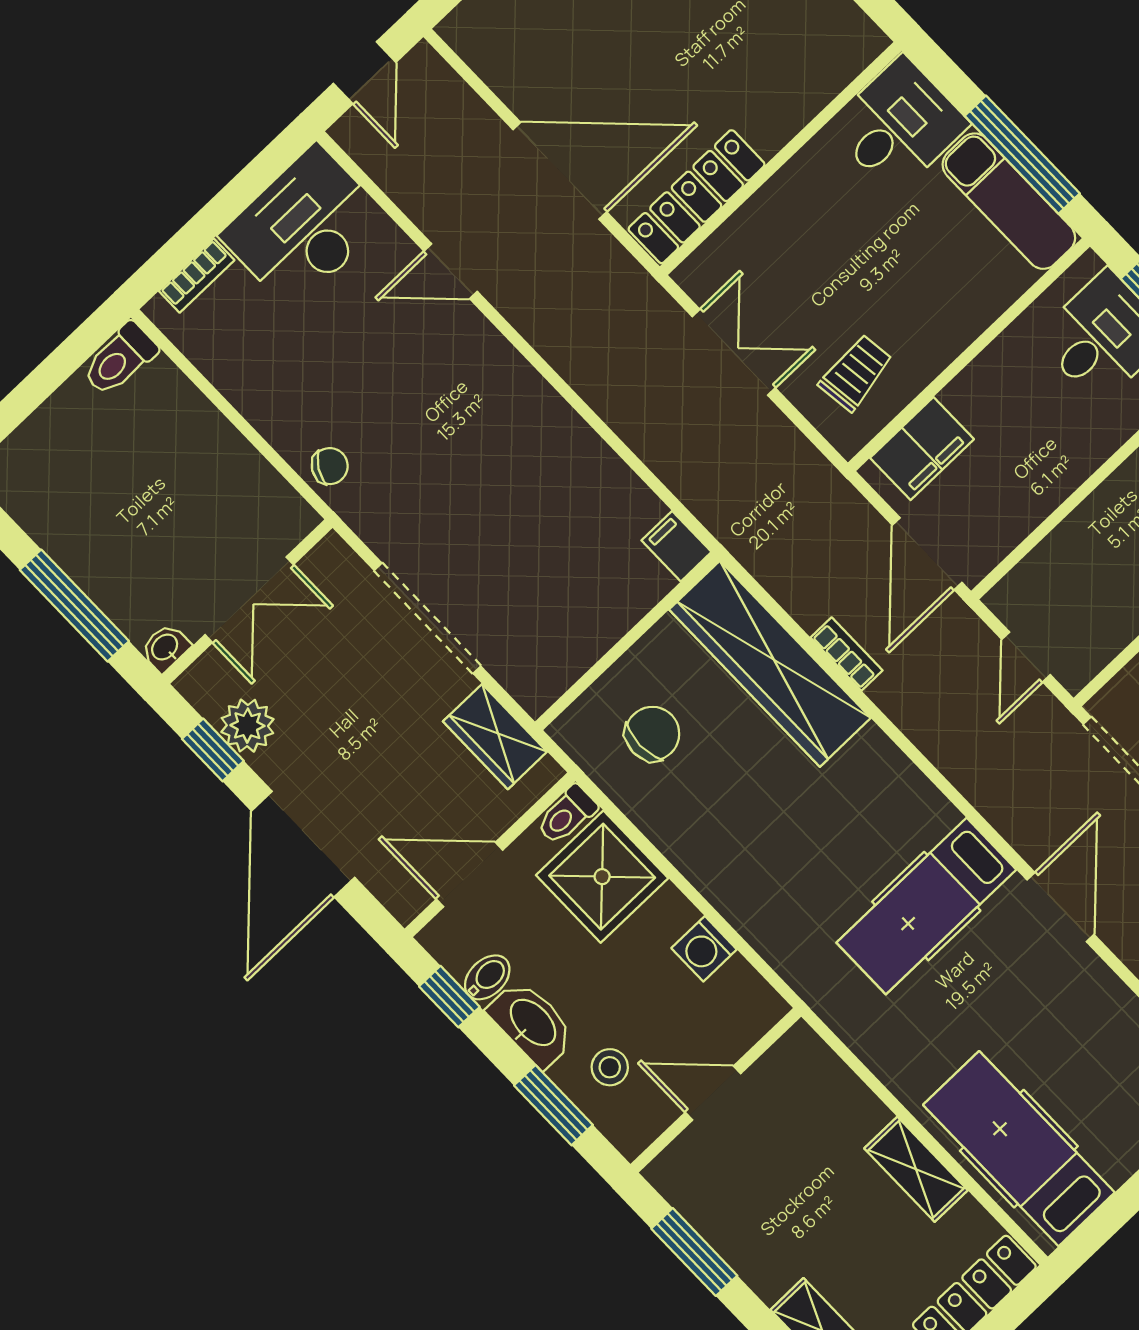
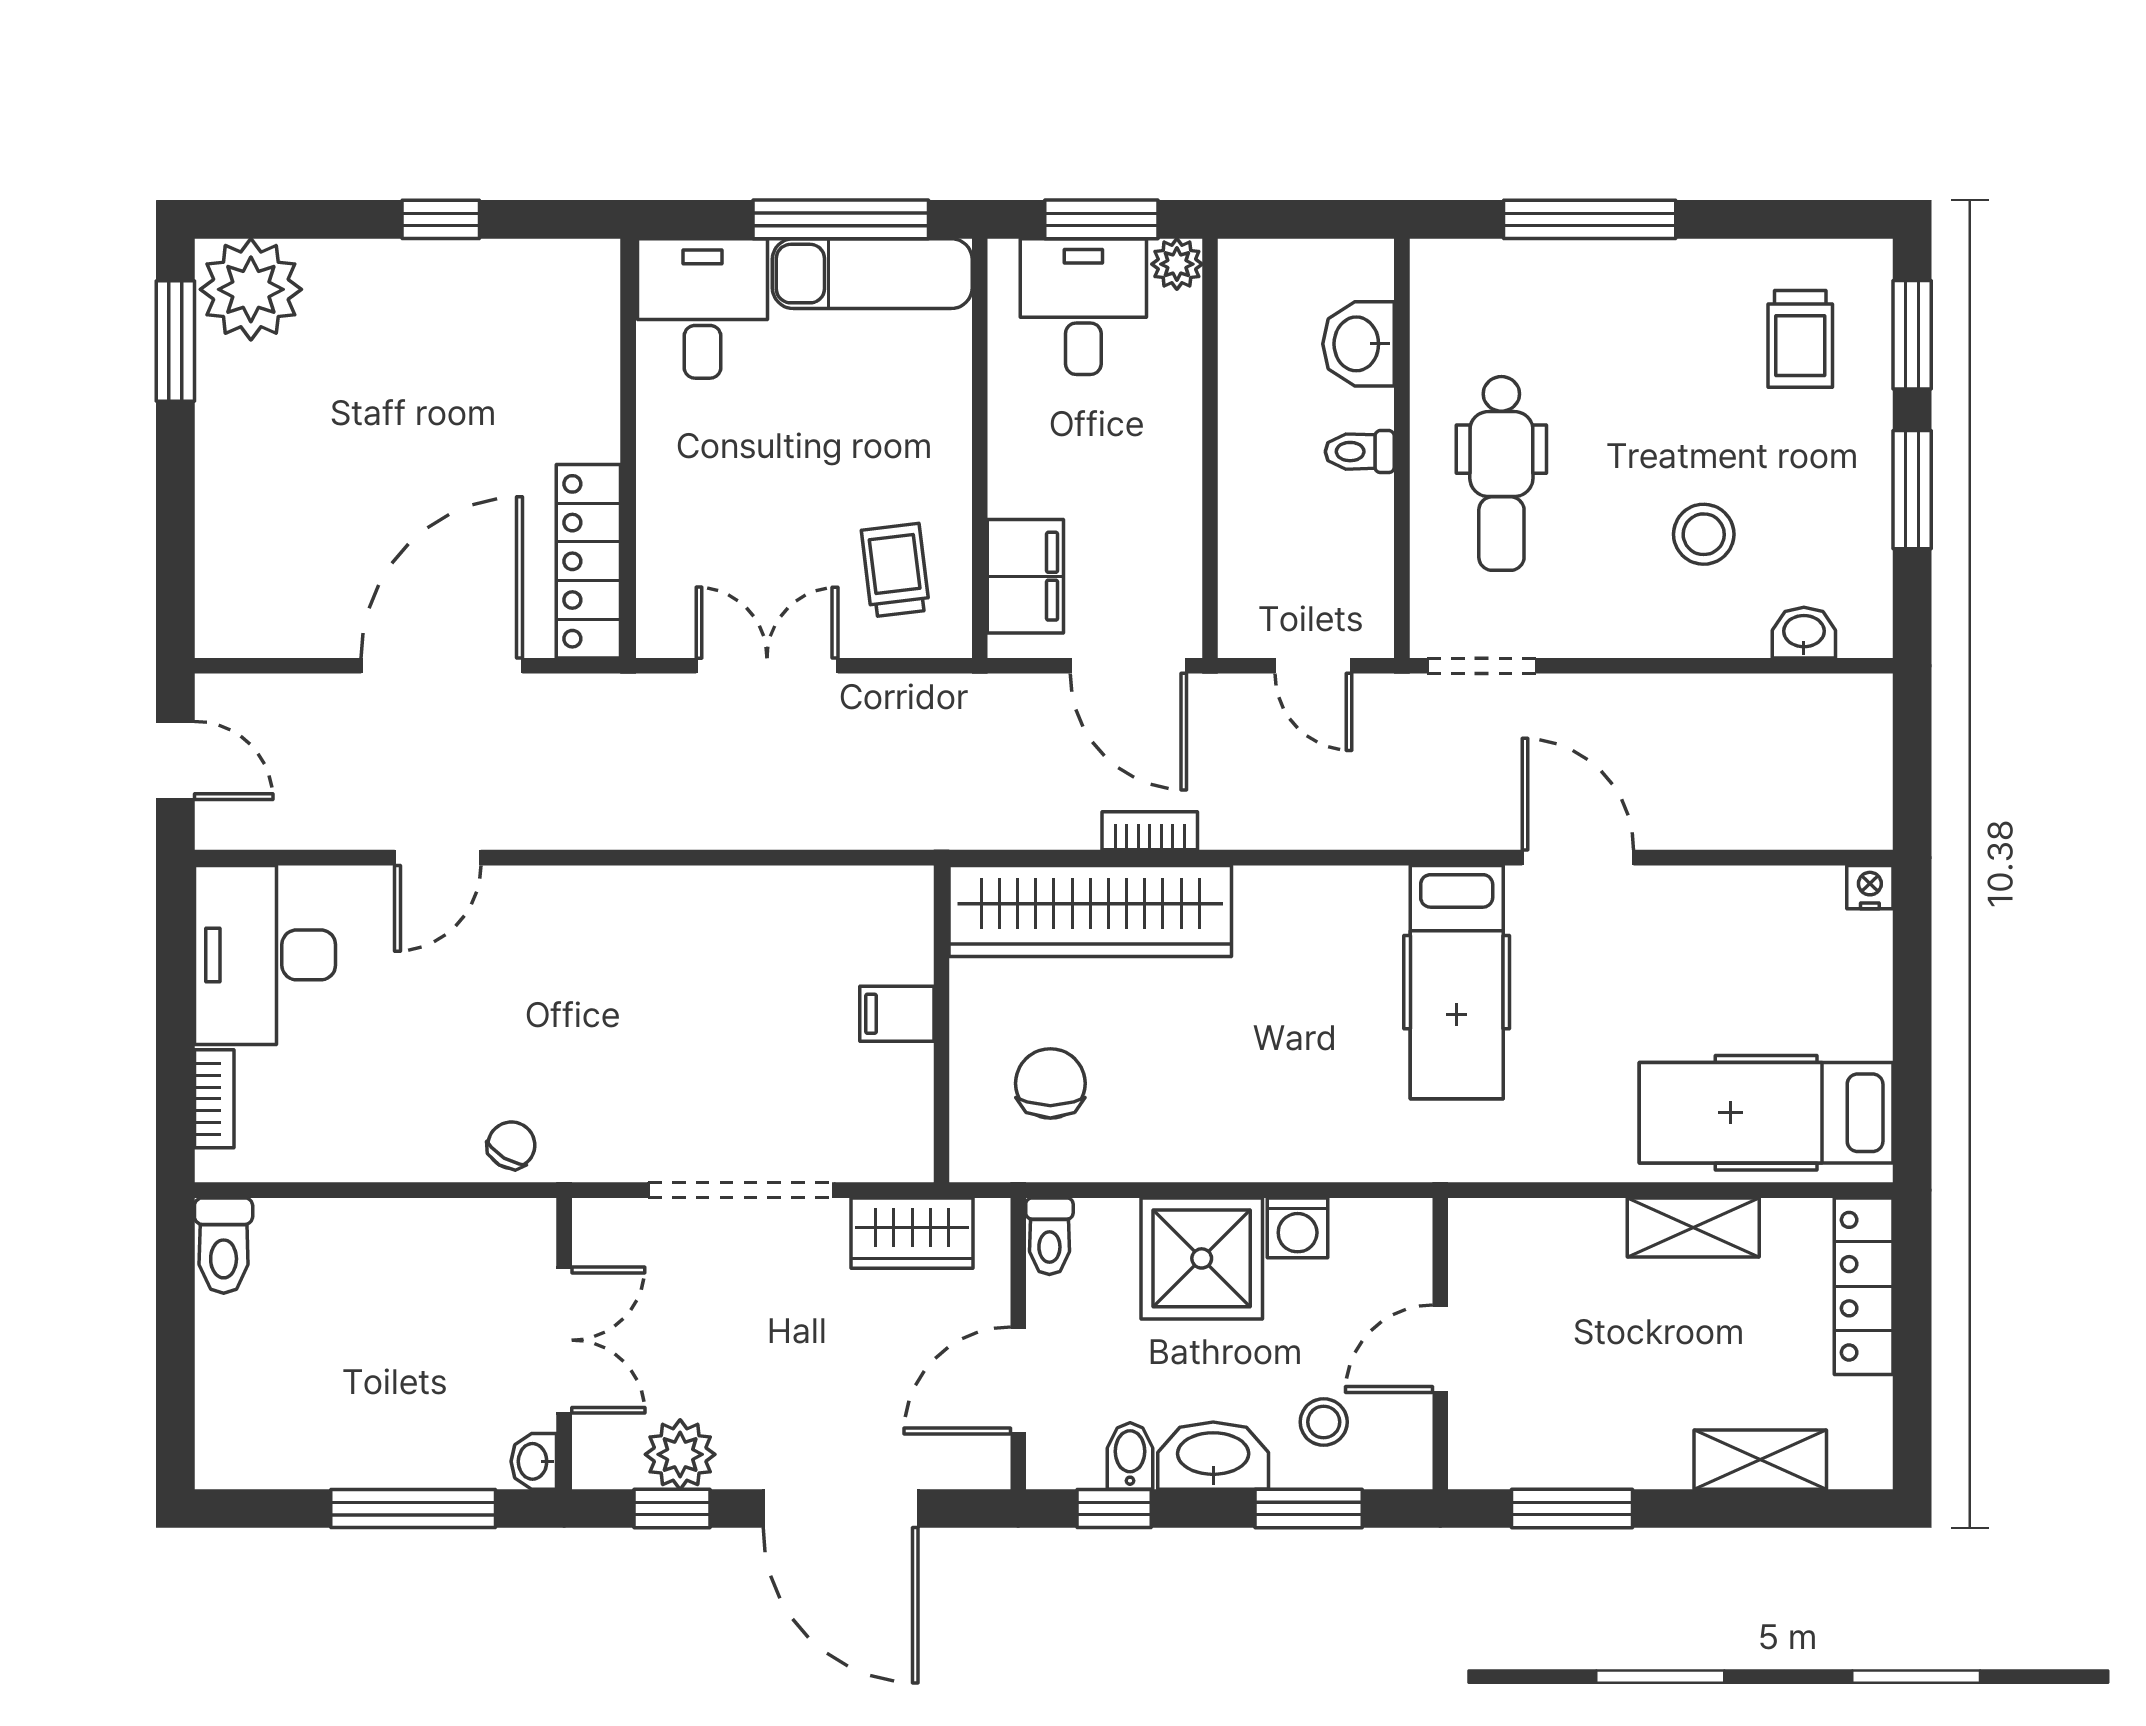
filing cabinet: (677, 546) -> (897, 1014), moved
shower: (602, 877) -> (1202, 1258), moved

